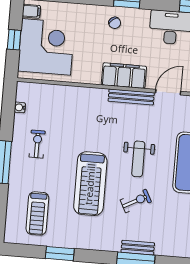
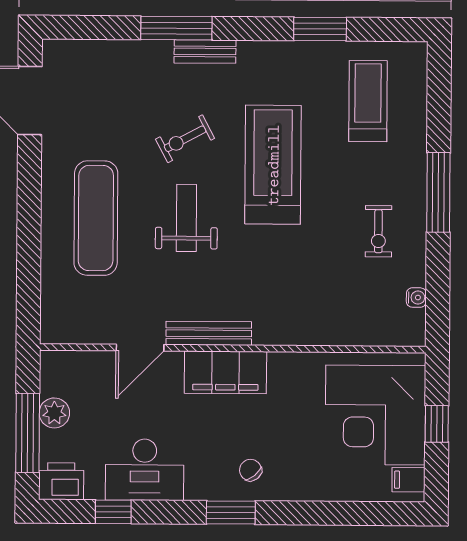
bench: (138, 248) -> (205, 51), moved

